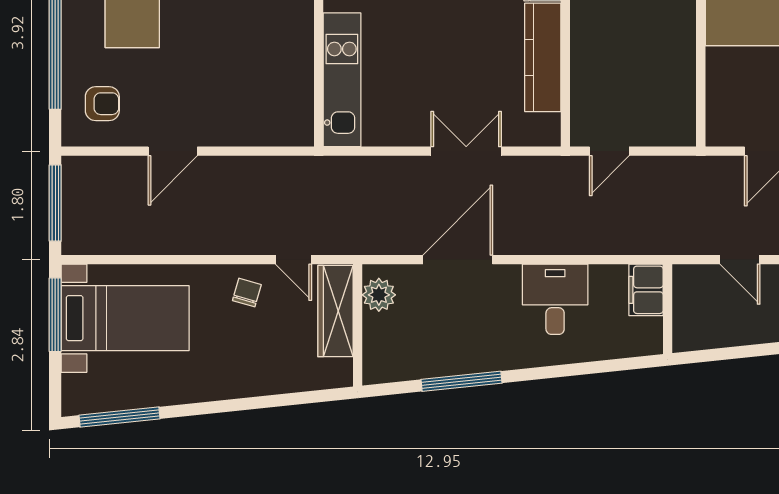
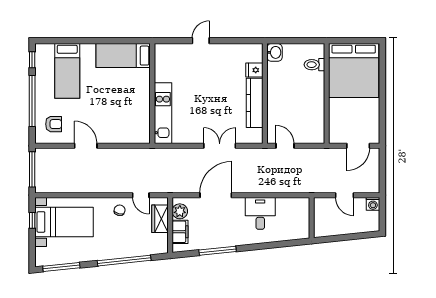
door: (173, 151) -> (86, 146), swing flipped
door: (609, 151) -> (285, 146), swing flipped
filing cabinet: (646, 290) -> (180, 232), moved, turned 180
wardrobe: (335, 311) -> (160, 219), width x0.67
window: (55, 315) -> (32, 220), width x0.46
window: (257, 403) -> (124, 261), added

